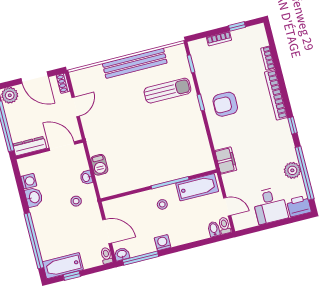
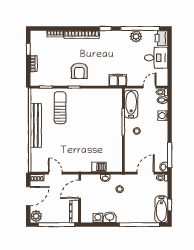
washing machine: (163, 243) -> (163, 116), moved

